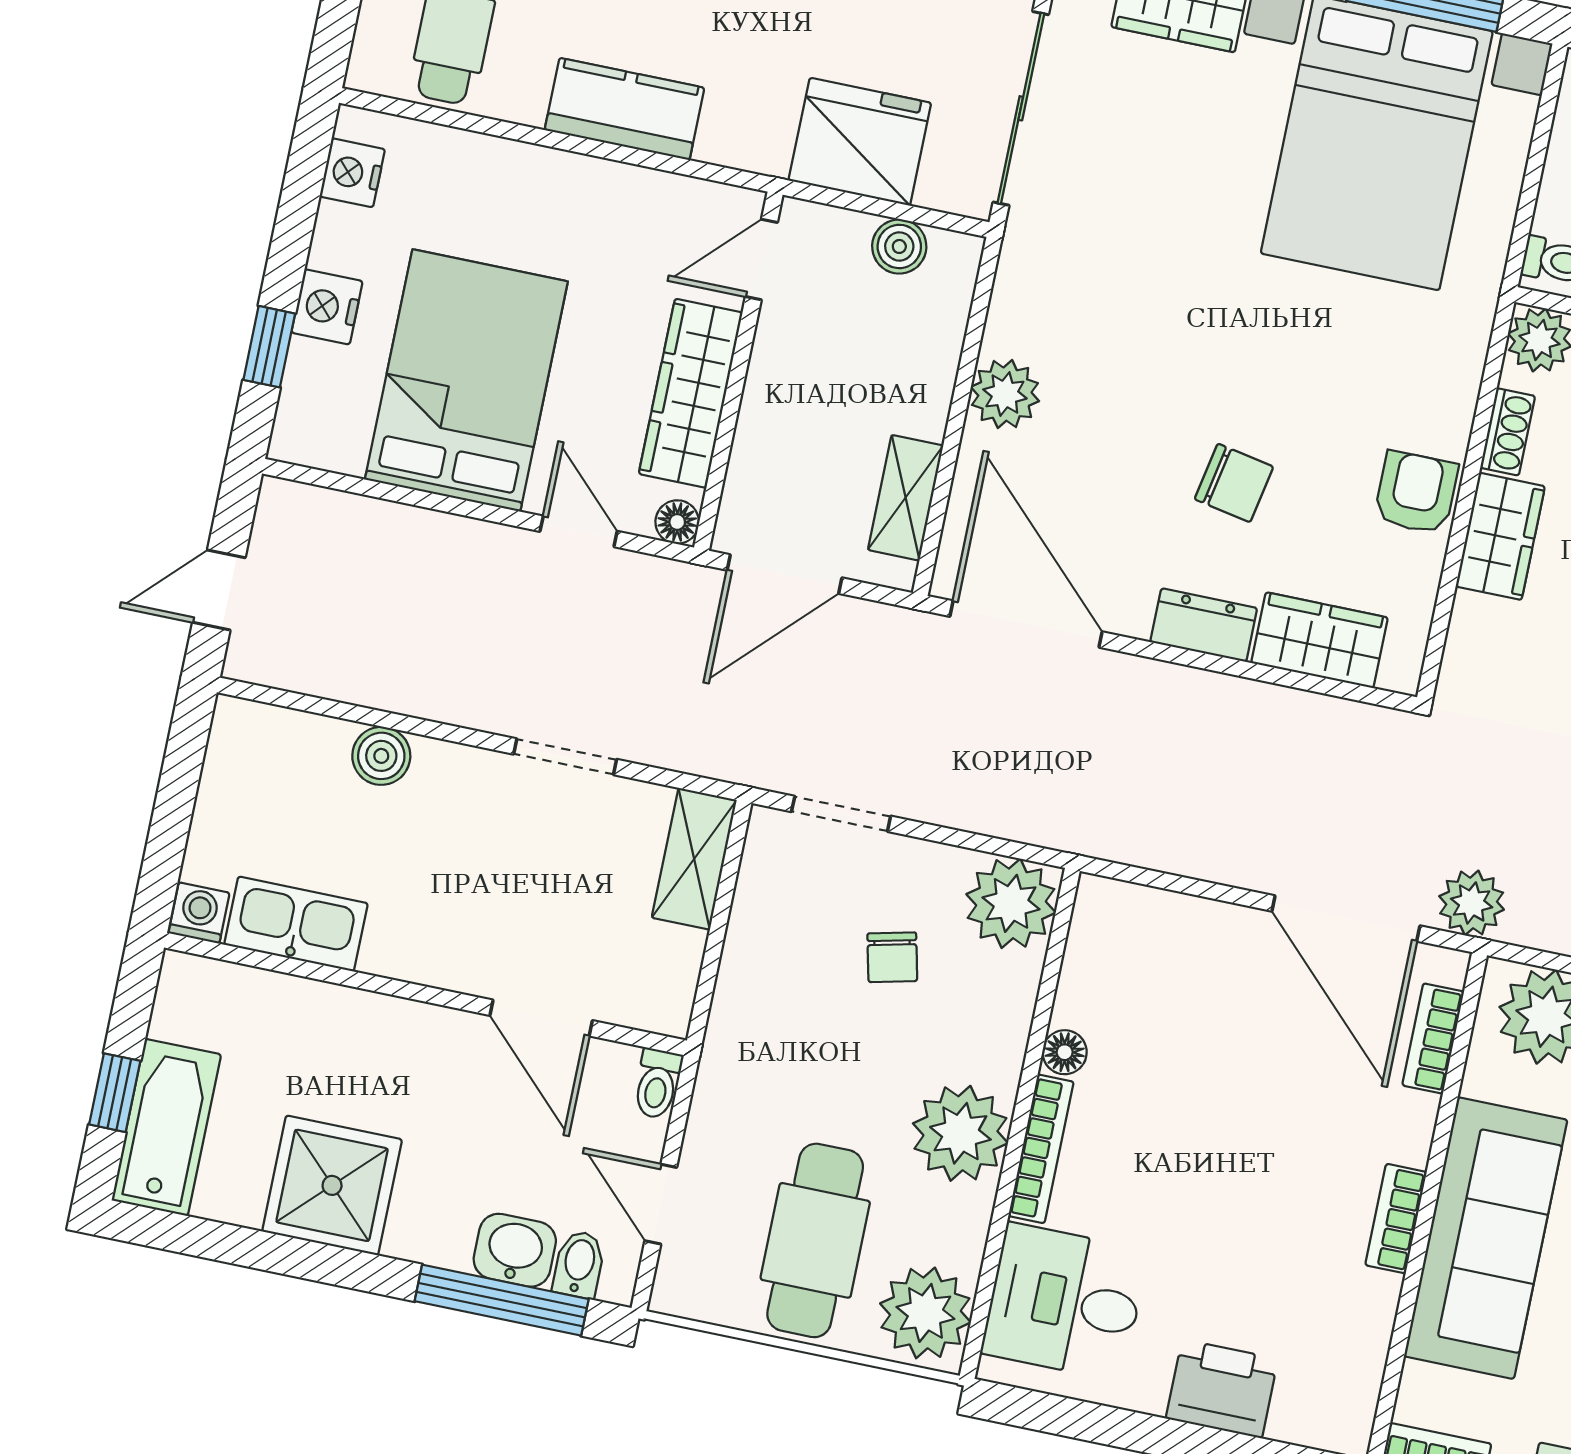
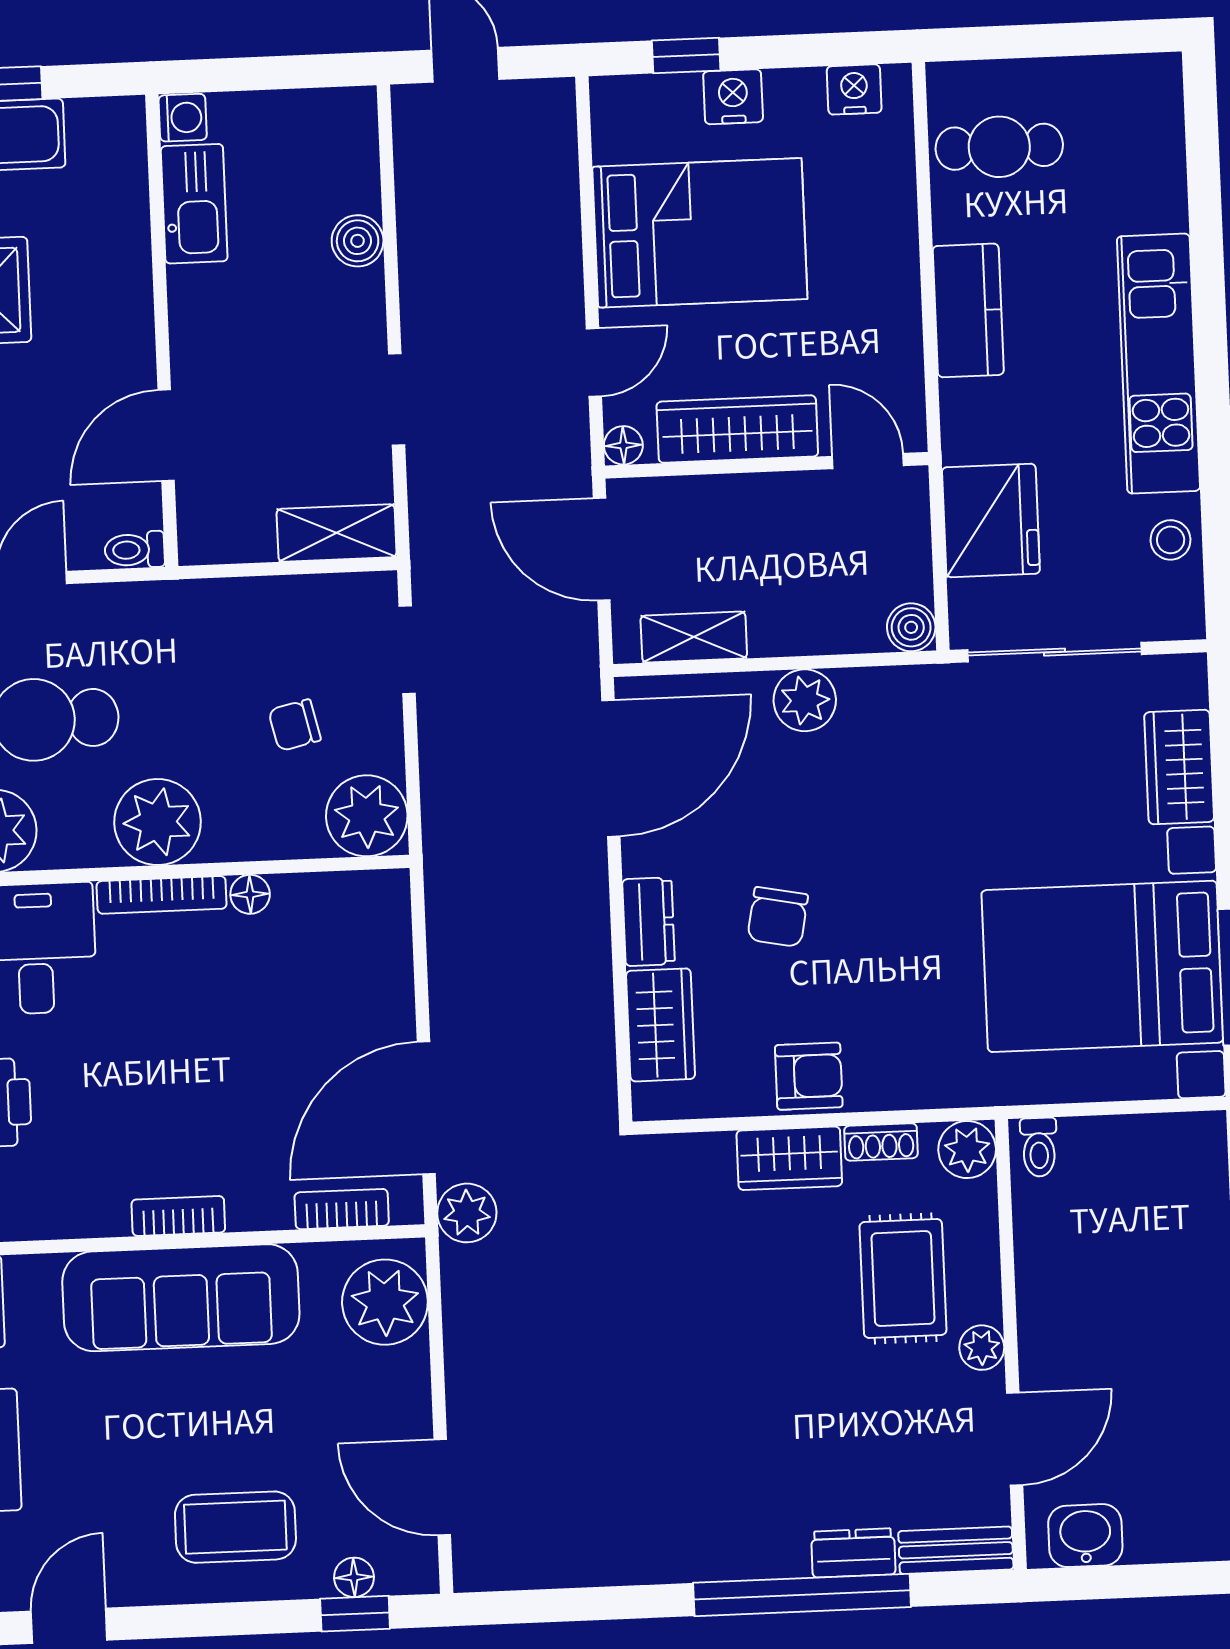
boiler: (899, 246) -> (911, 627), moved

